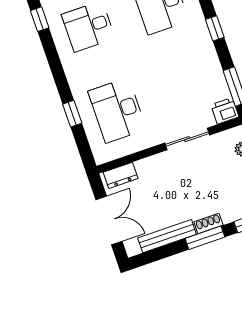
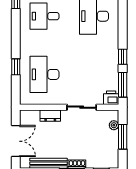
window: (215, 28) -> (123, 57), moved
dresser: (121, 175) -> (50, 116), moved

